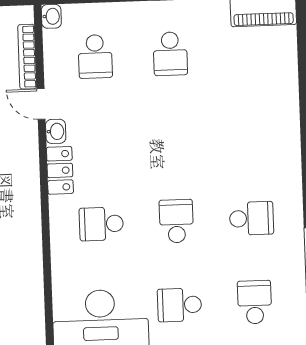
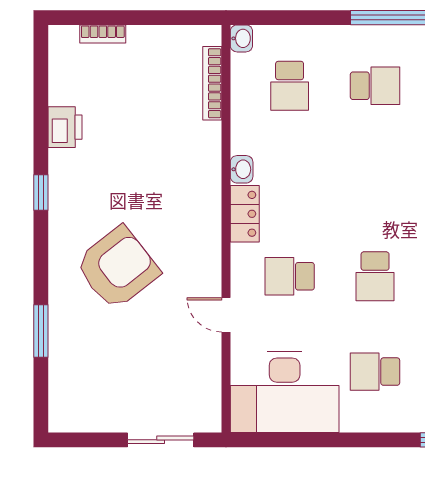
school desk: (170, 54) -> (375, 86), turned -90
door: (41, 104) -> (226, 315), moved
school desk: (176, 221) -> (375, 276), turned 180

